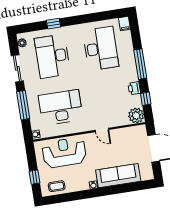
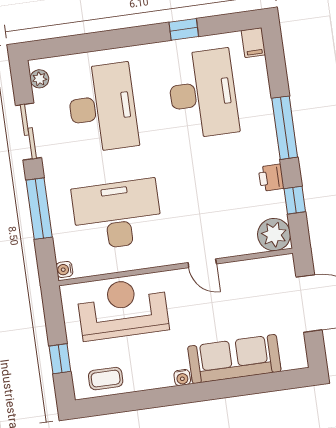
window: (54, 24) -> (184, 29), moved
desk: (53, 56) -> (102, 108), turned 180

